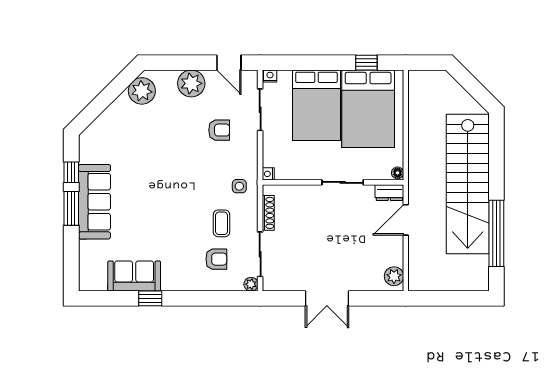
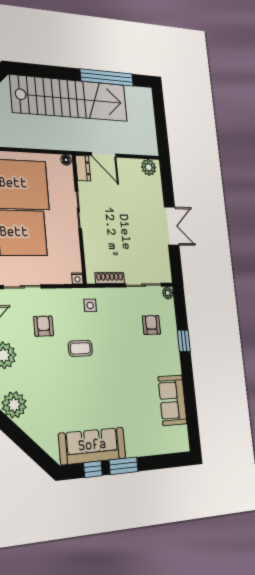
sofa: (94, 202) -> (92, 446), moved
coffee table: (221, 223) -> (80, 348), moved
window: (150, 298) -> (184, 341), moved

